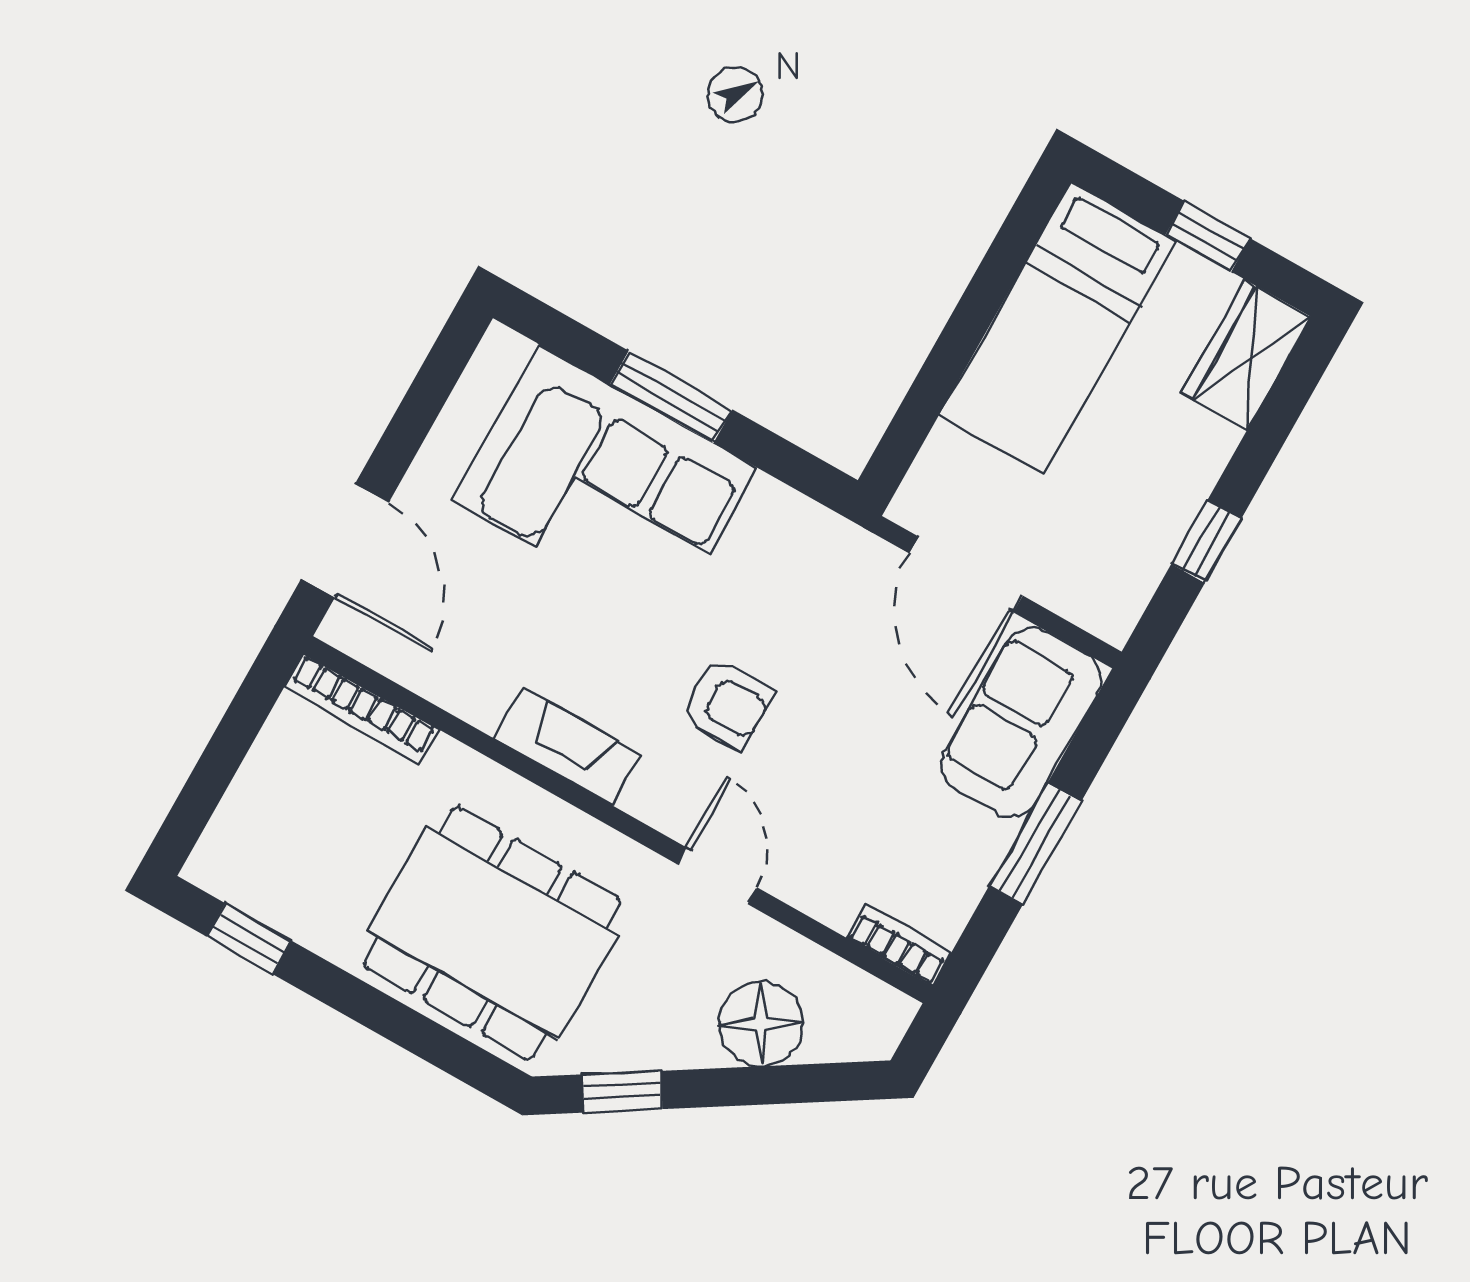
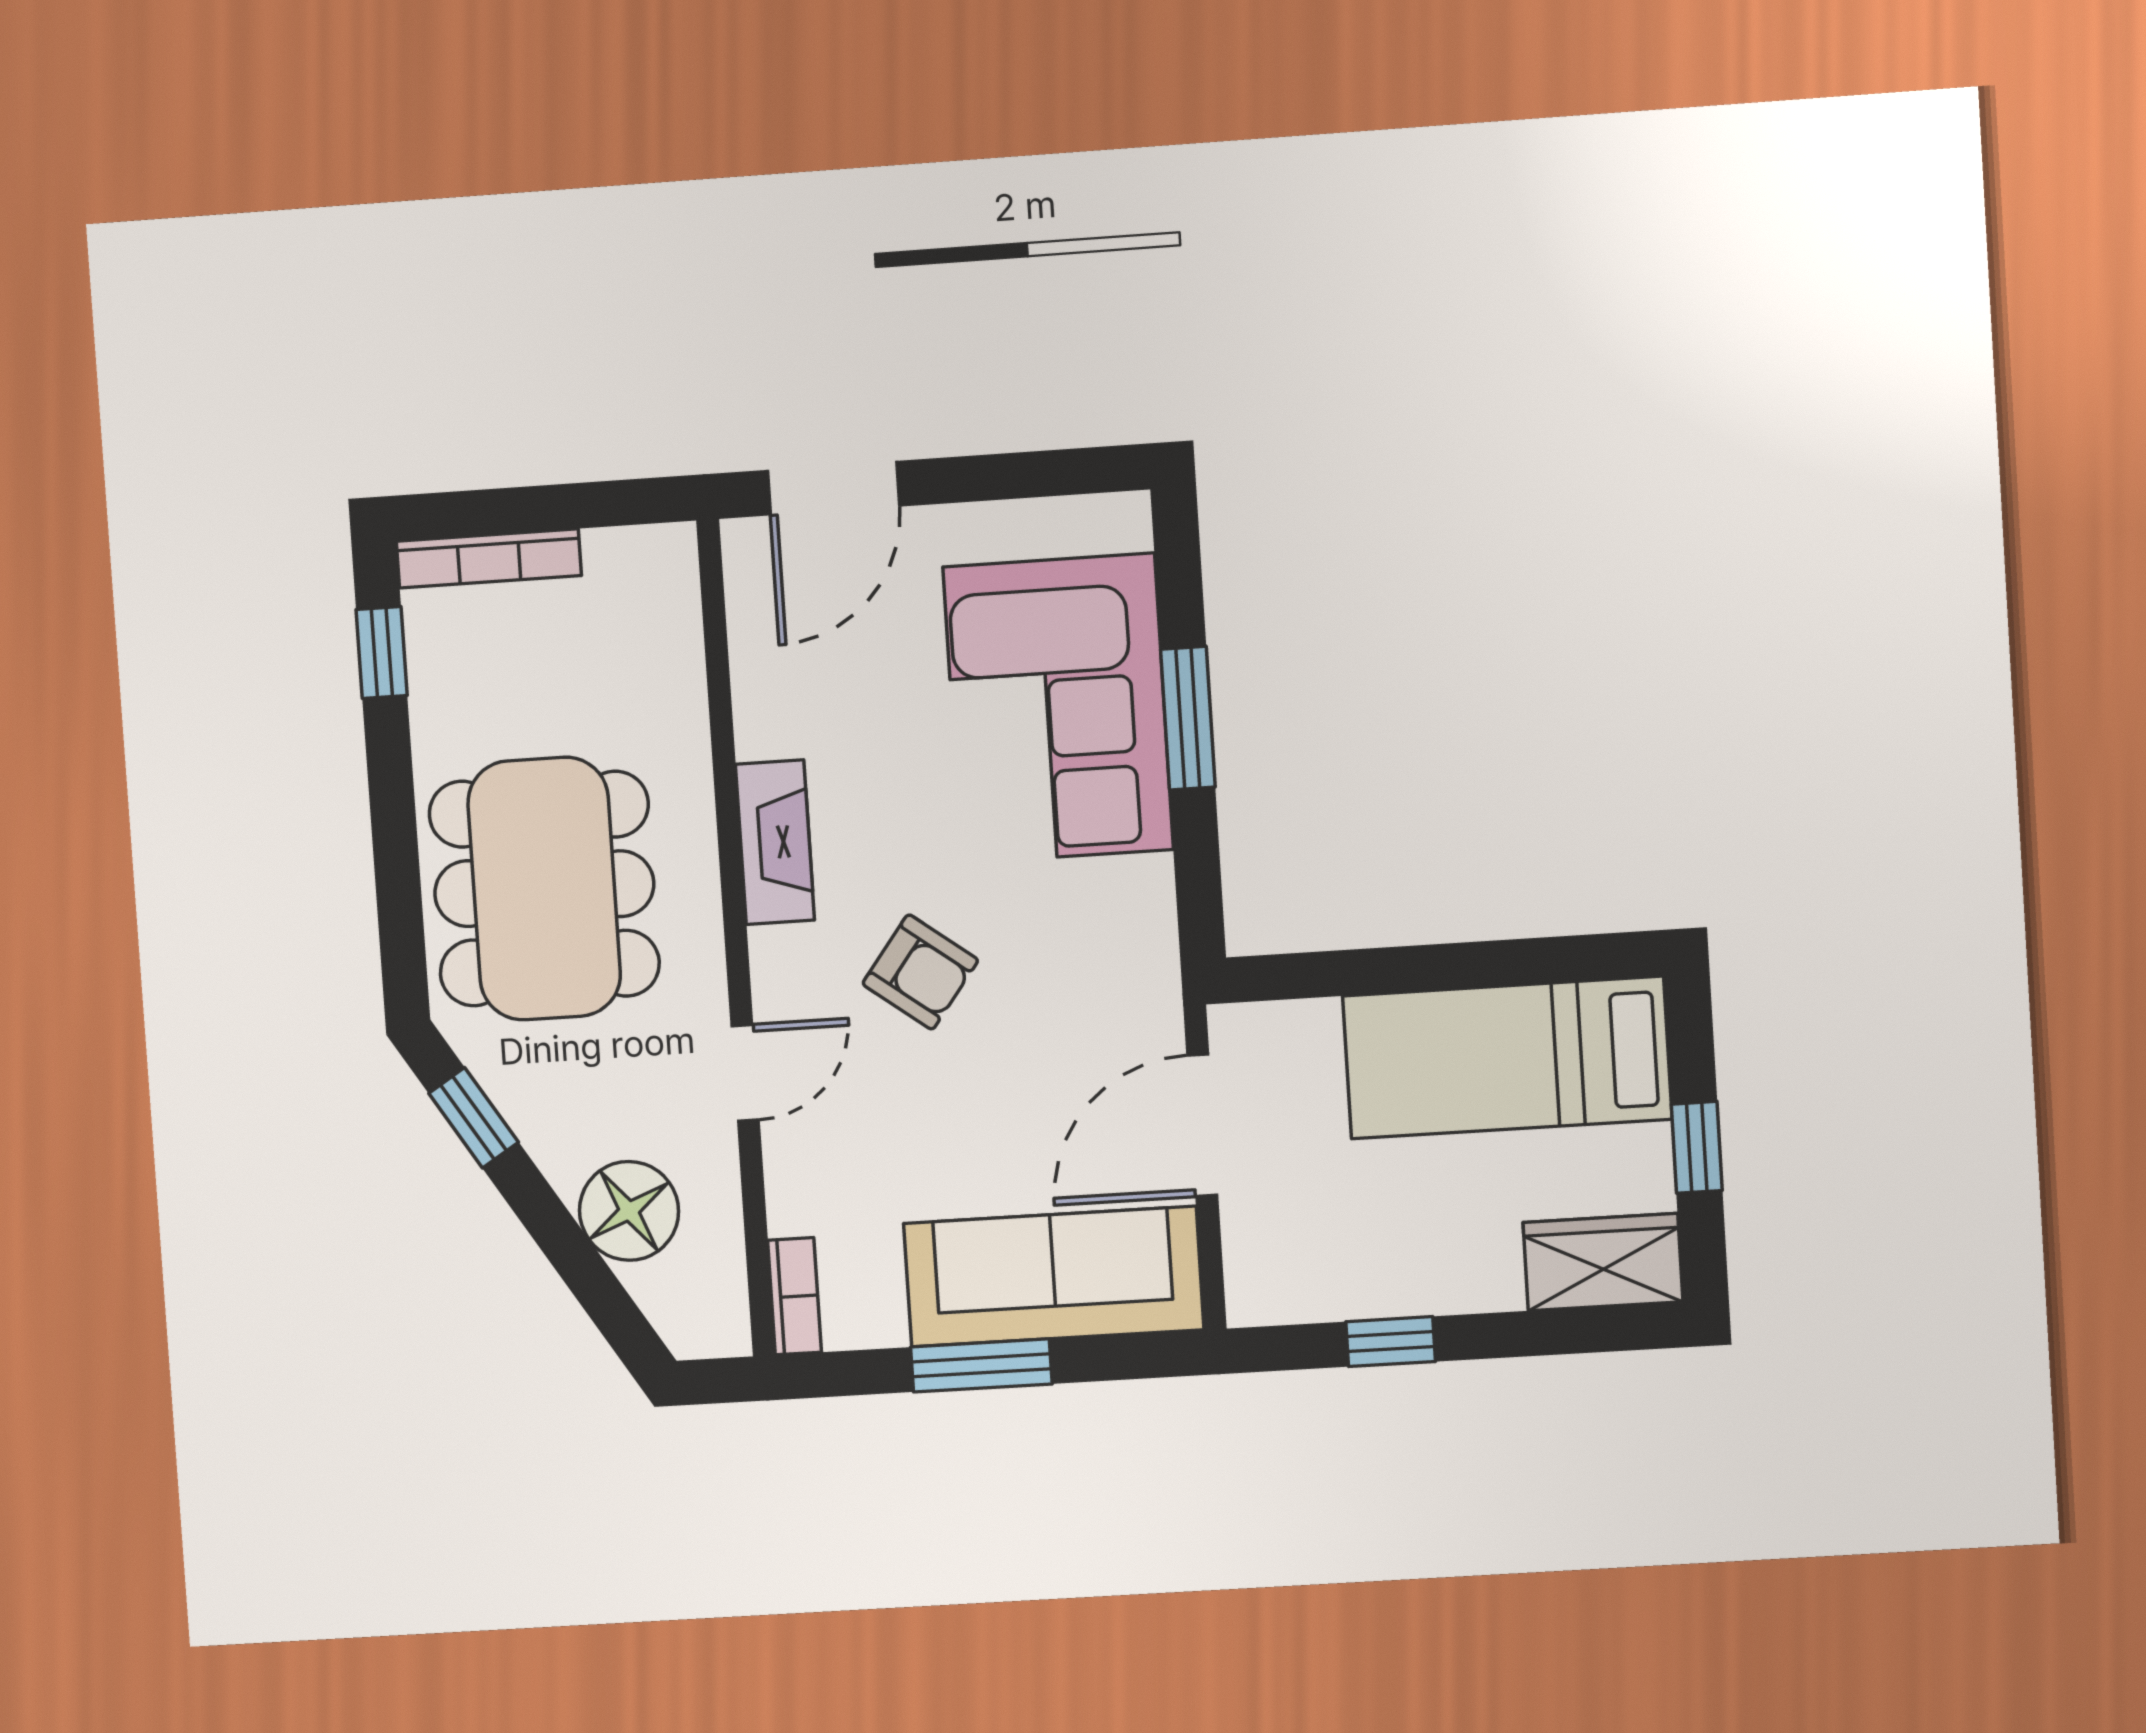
armchair: (727, 704) -> (920, 972), turned -53
bookcase: (361, 708) -> (489, 558), moved, turned -90
sofa: (1021, 722) -> (1054, 1277), width x1.36

